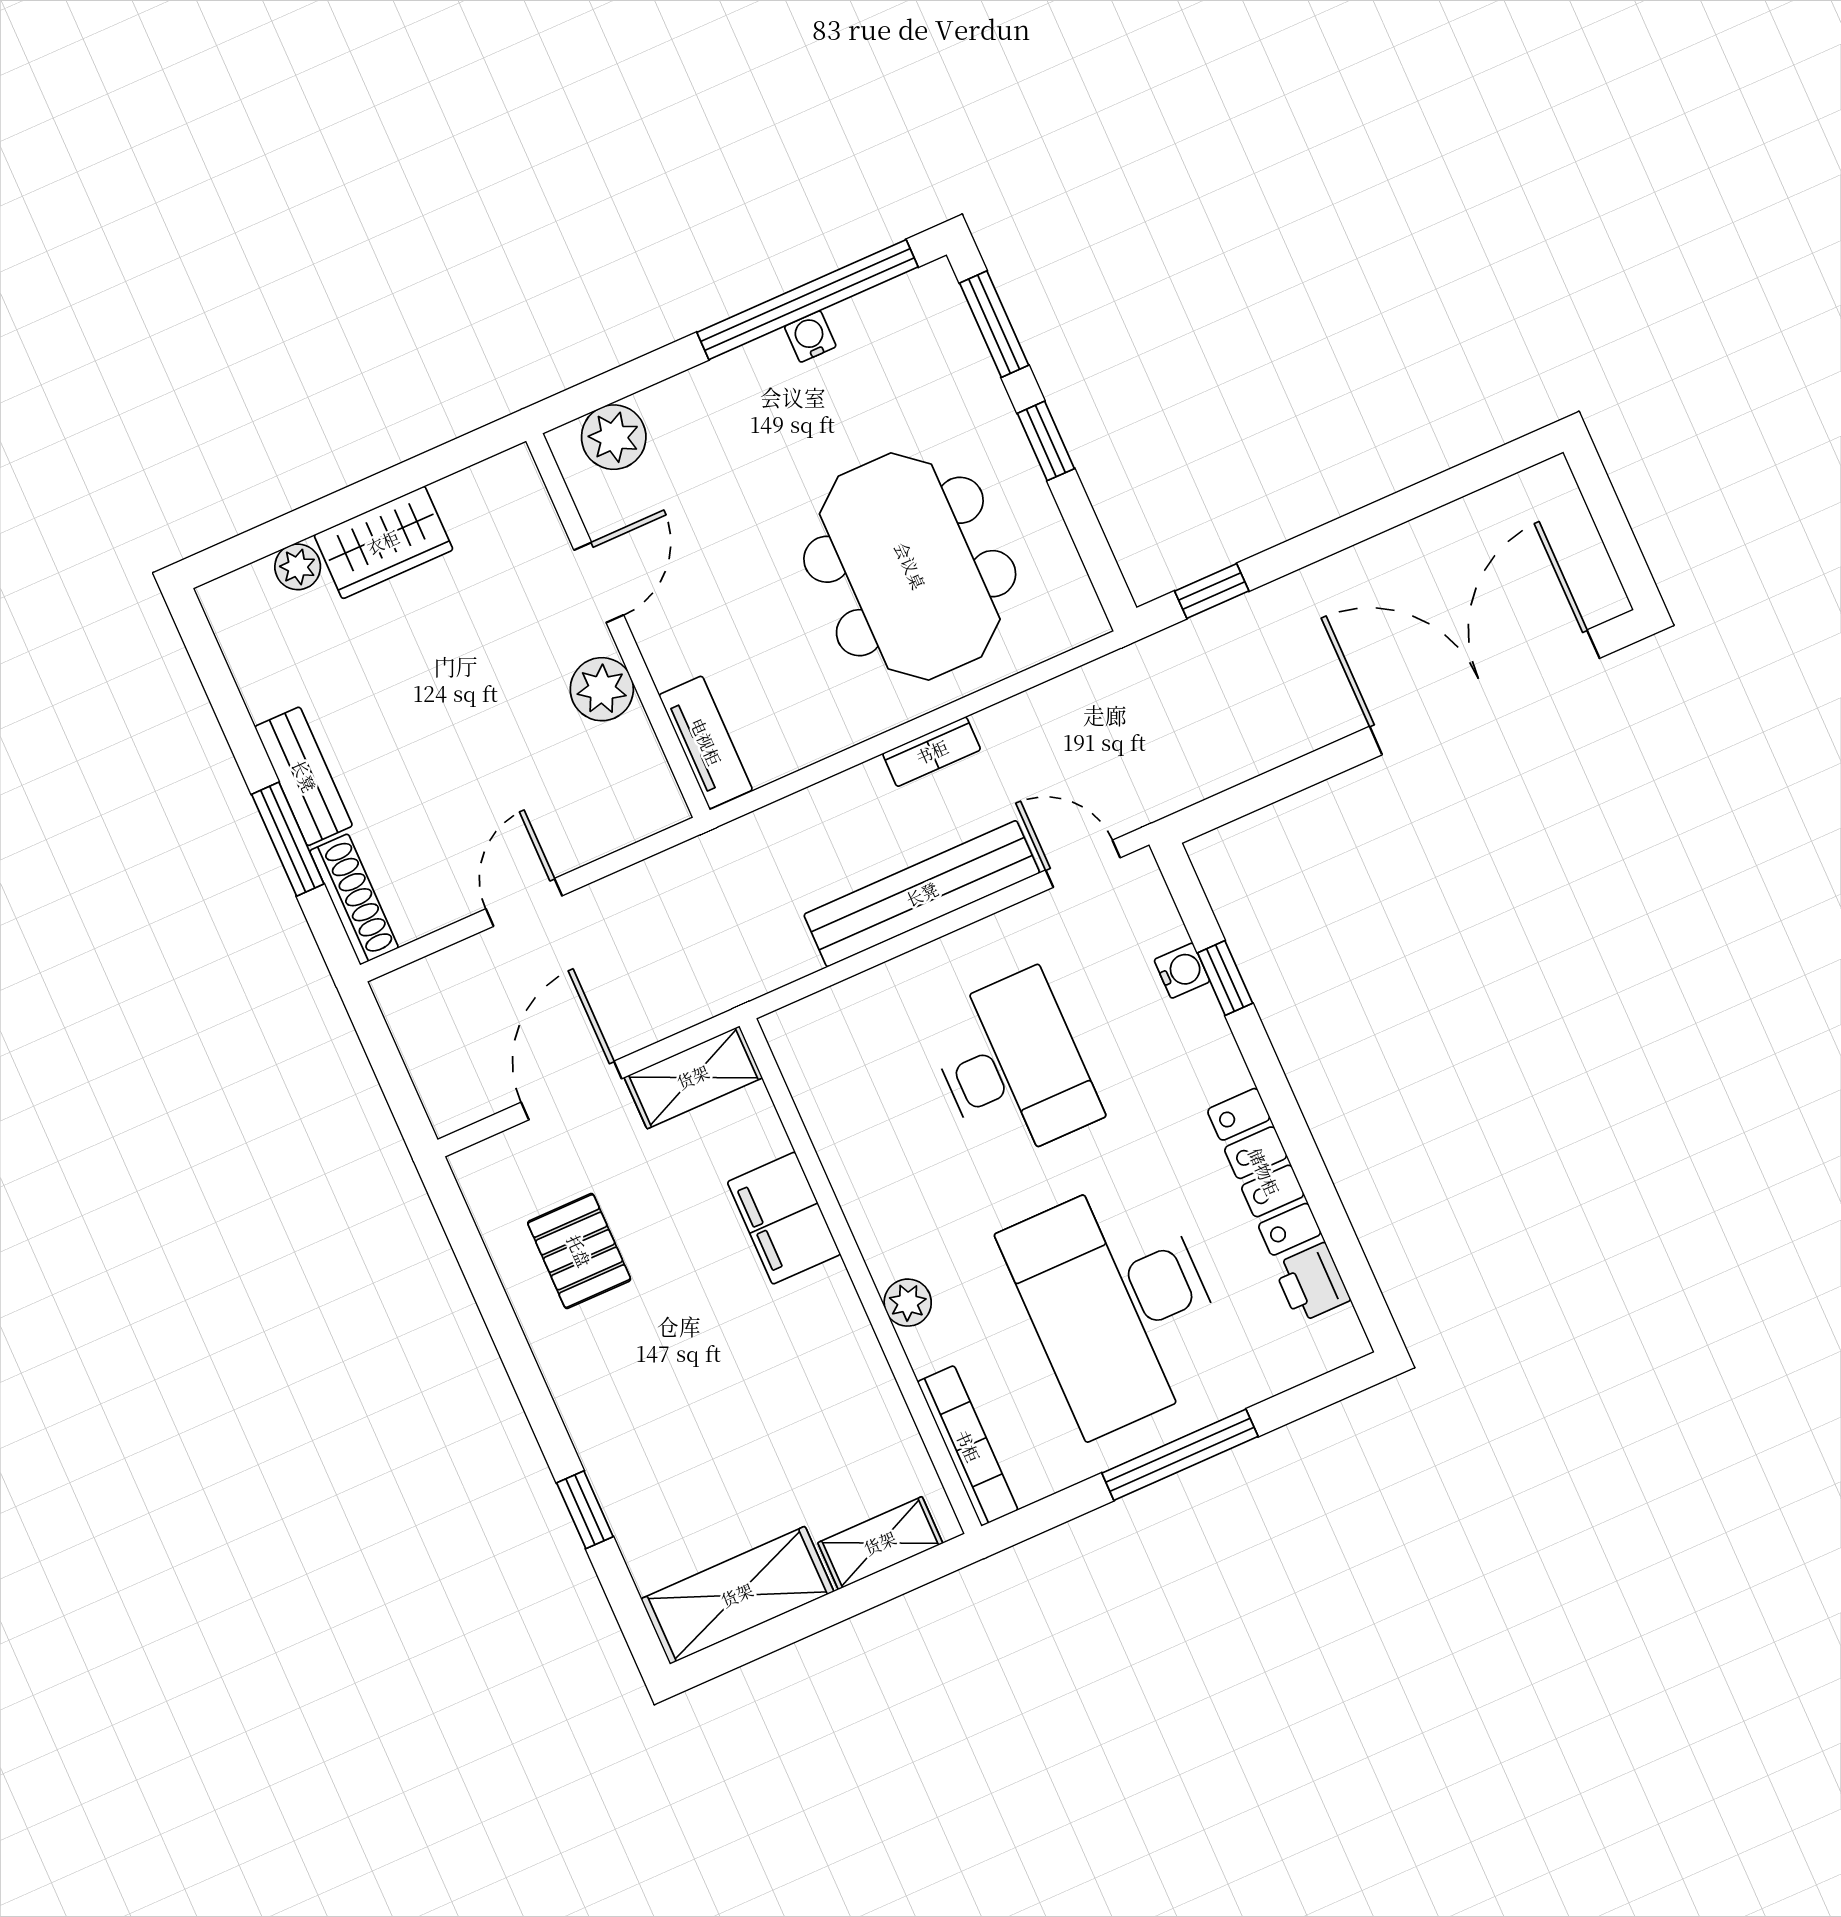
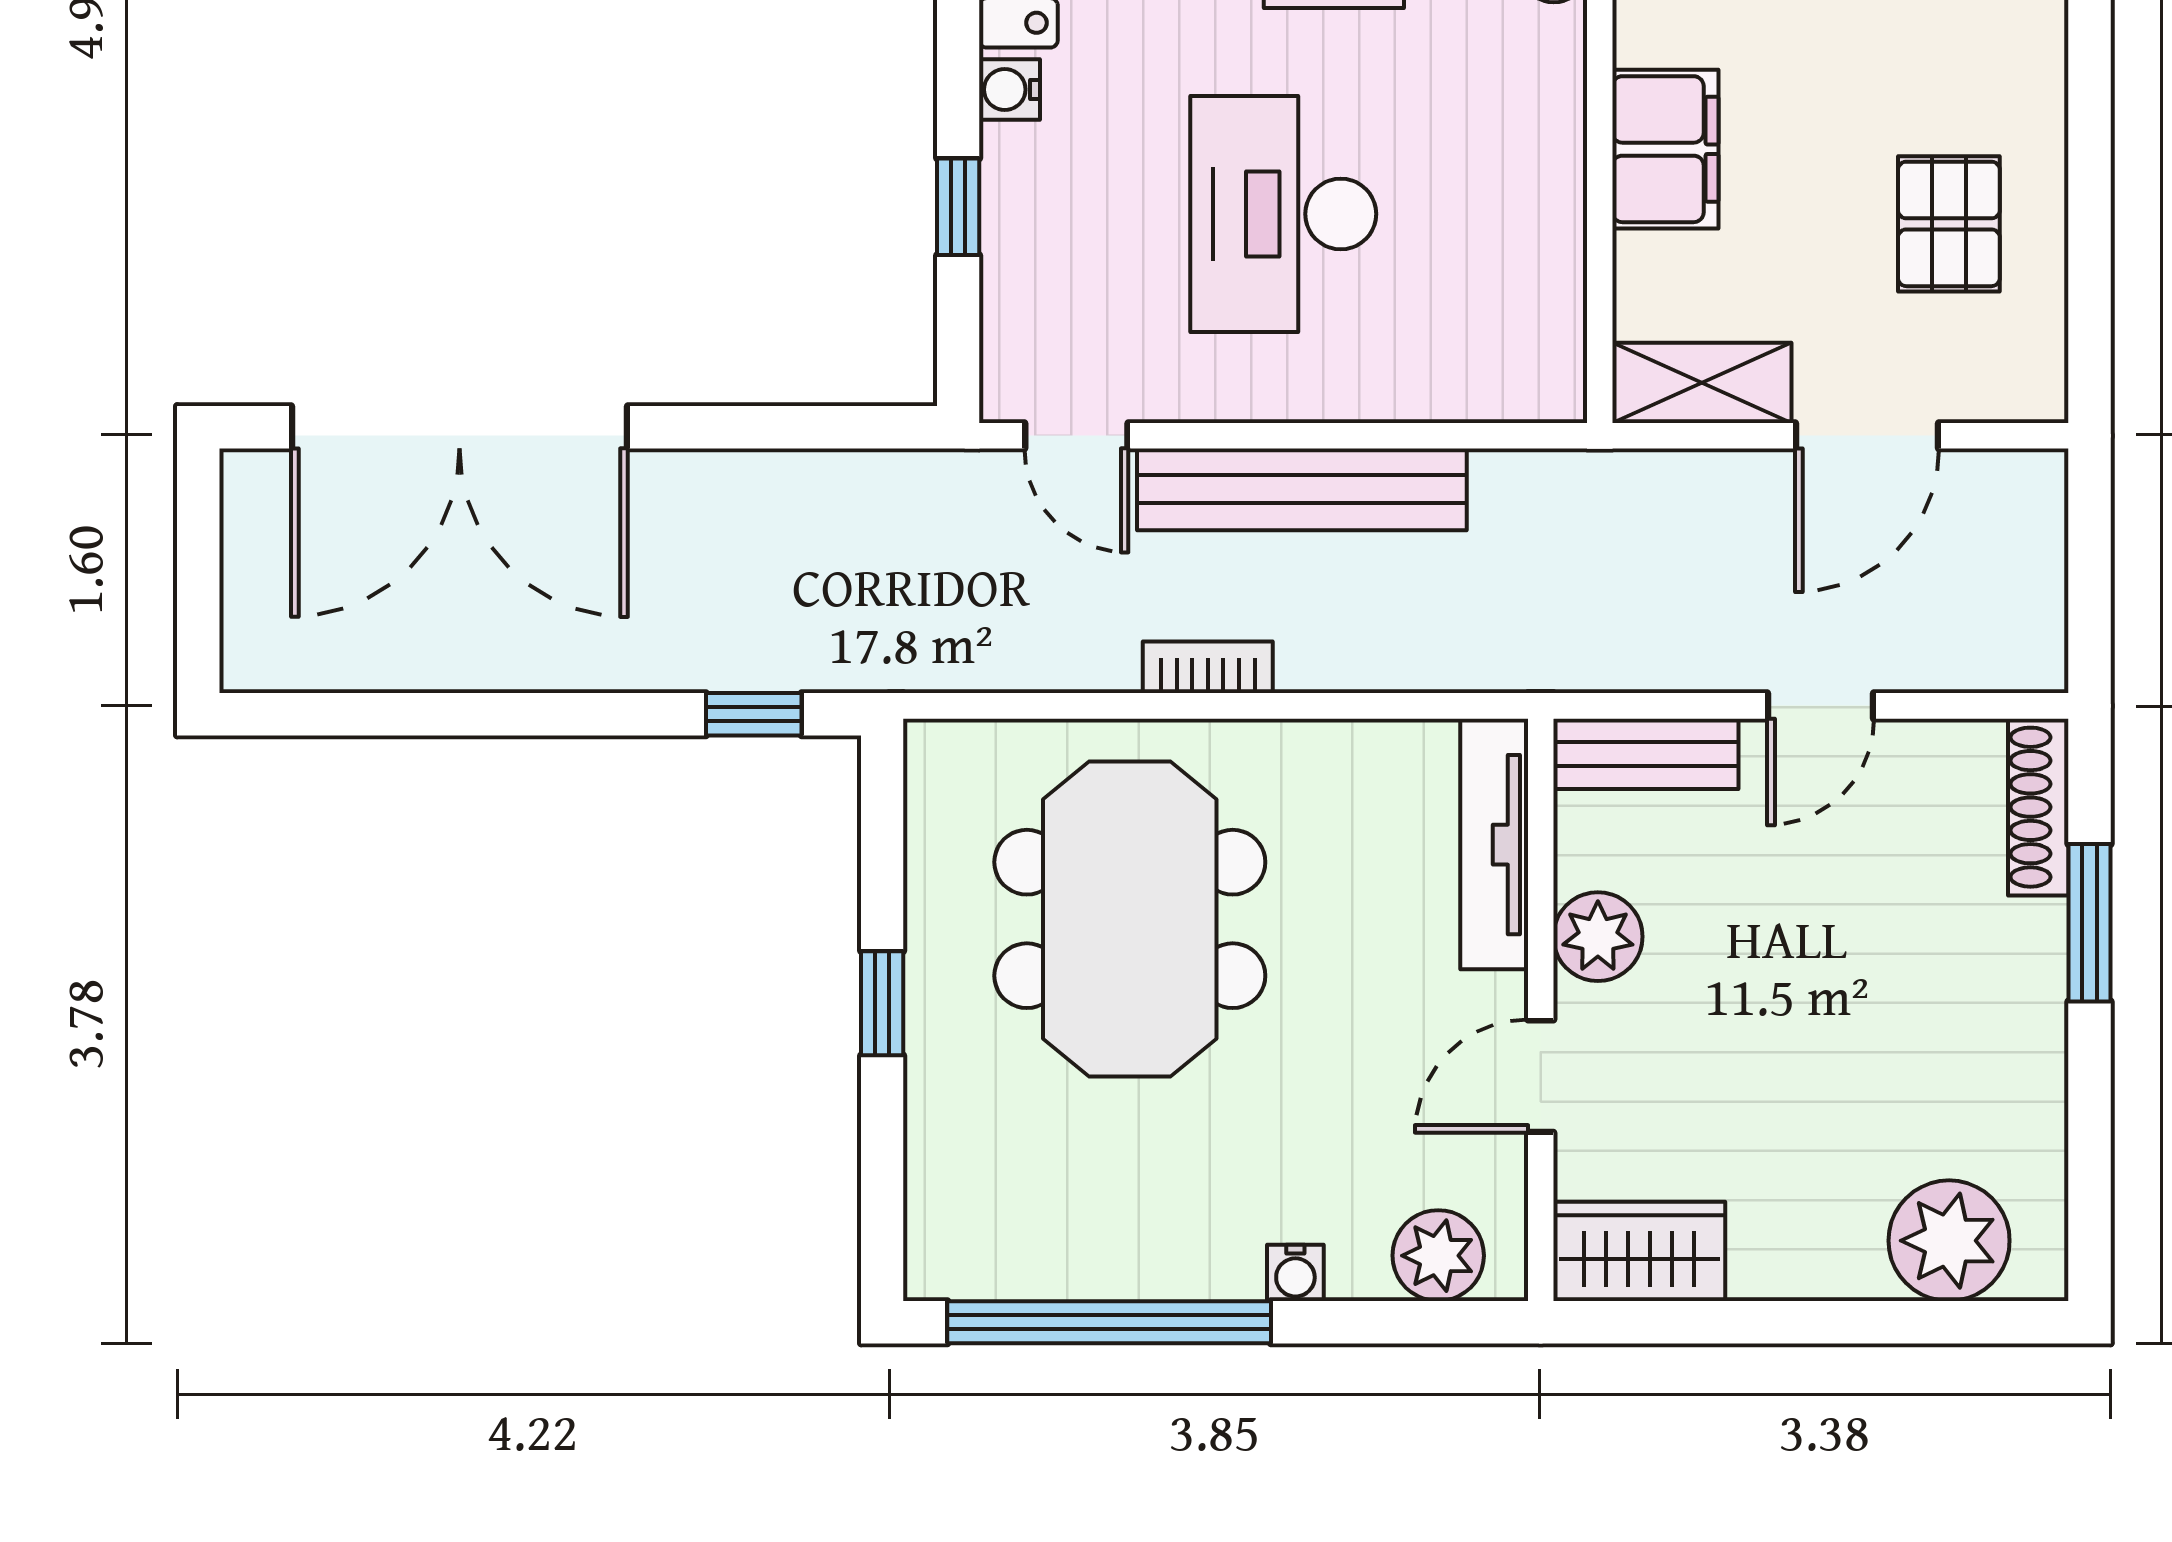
window: (994, 324) -> (882, 1184), removed
water cooler: (810, 337) -> (1295, 1273), moved
wardrobe: (383, 542) -> (1639, 1251), moved
plant: (298, 567) -> (1949, 1241), width x1.87, depth x1.87
tv unit: (706, 742) -> (1494, 845), width x1.41
bench: (304, 776) -> (1646, 754), moved, turned 90
water cooler: (1182, 971) -> (1010, 90), moved

